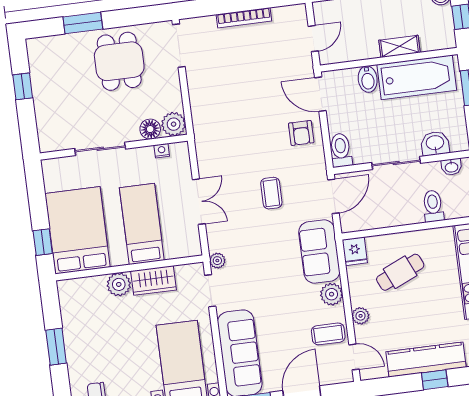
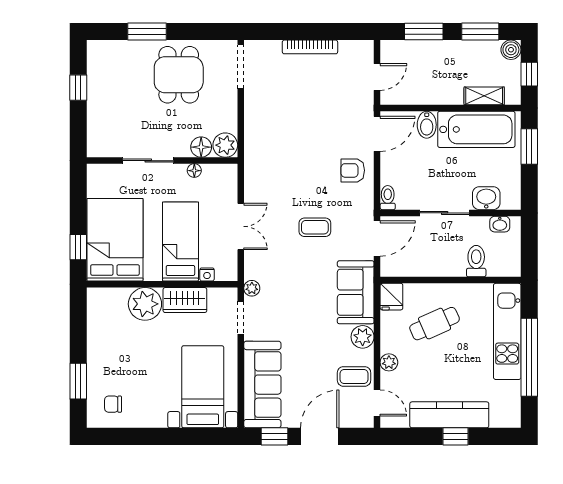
shelving: (399, 46) -> (484, 96), moved
door: (320, 94) -> (377, 134), swing flipped
armchair: (301, 133) -> (353, 170), turned 90
toilet: (341, 150) -> (388, 198), width x0.73, depth x0.72
nightstand: (162, 151) -> (207, 274), moved, turned 180
floor lamp: (146, 153) -> (194, 171), added
coffee table: (271, 193) -> (315, 227), turned 90
plant: (119, 284) -> (145, 304), width x1.36, depth x1.36
window: (56, 347) -> (78, 381), moved

